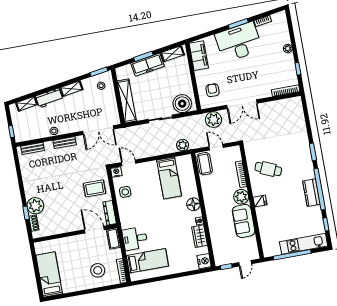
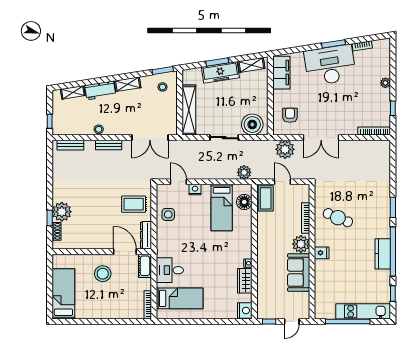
nightstand: (116, 172) -> (195, 190), moved
floor lamp: (193, 204) -> (244, 202), moved
stool: (98, 270) -> (103, 274), moved

